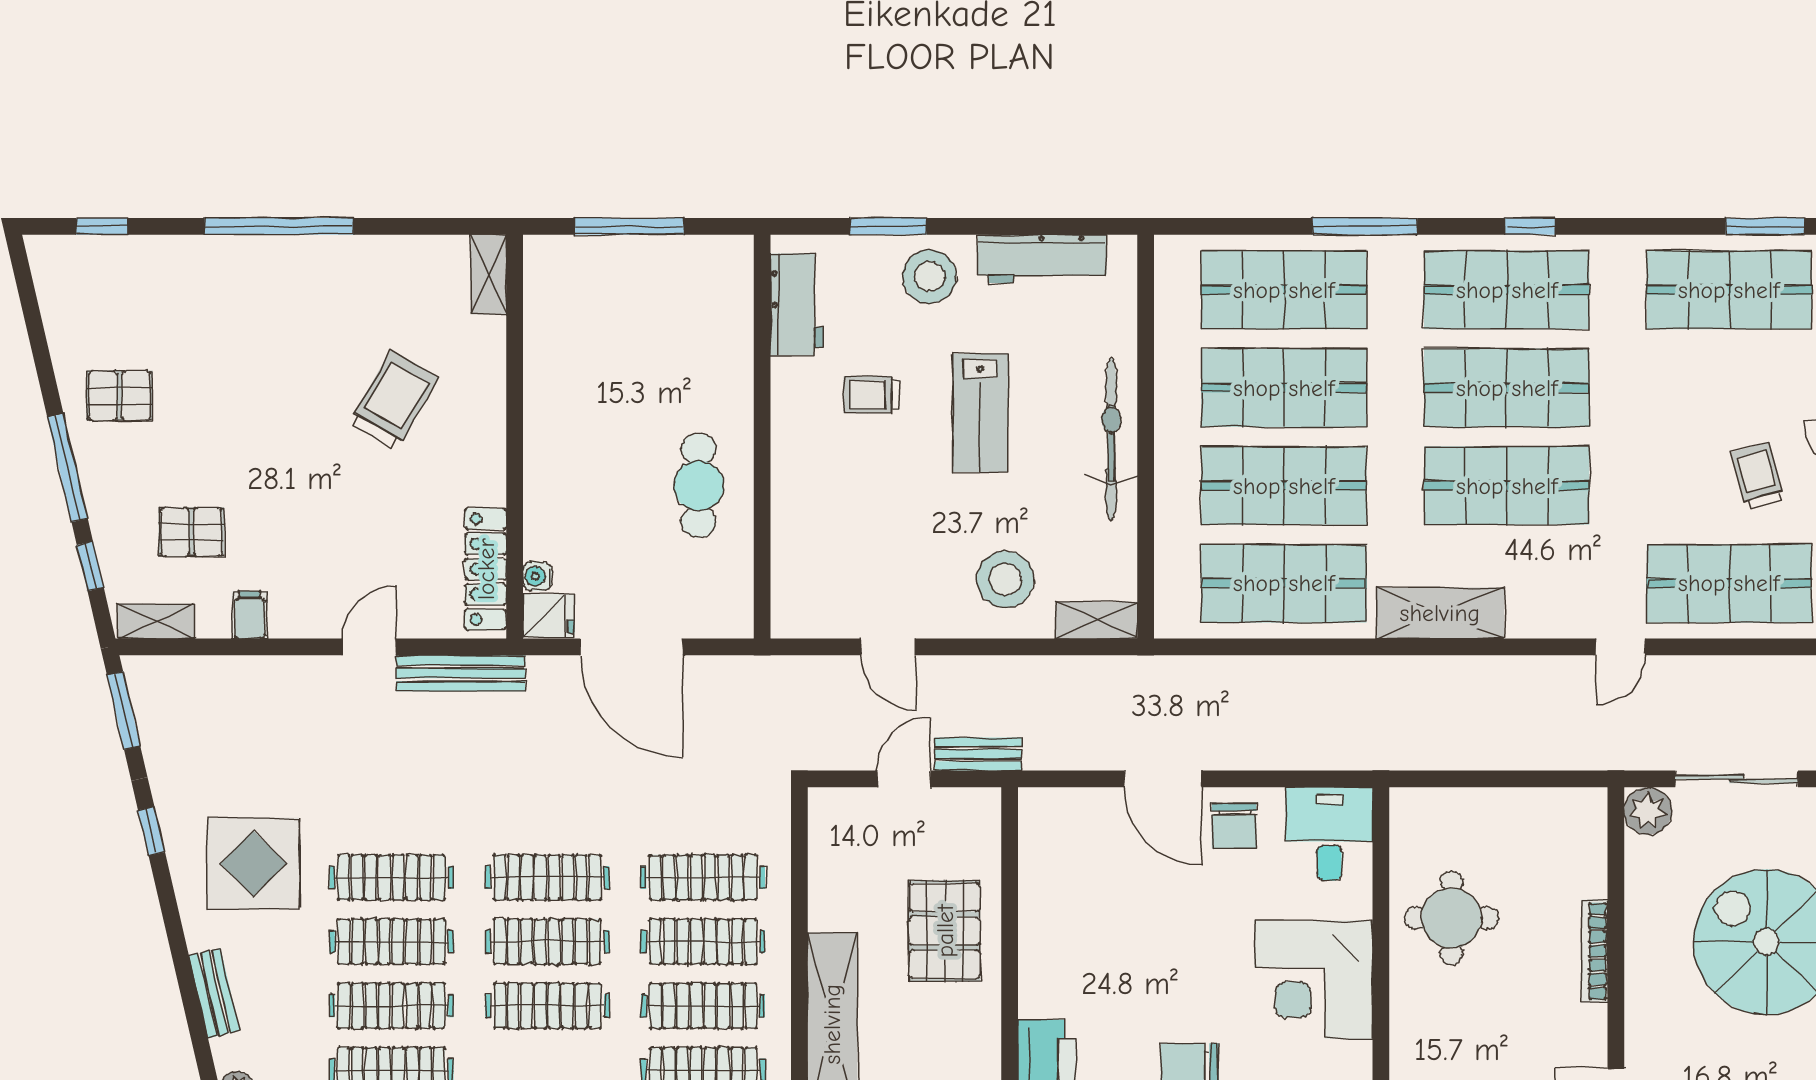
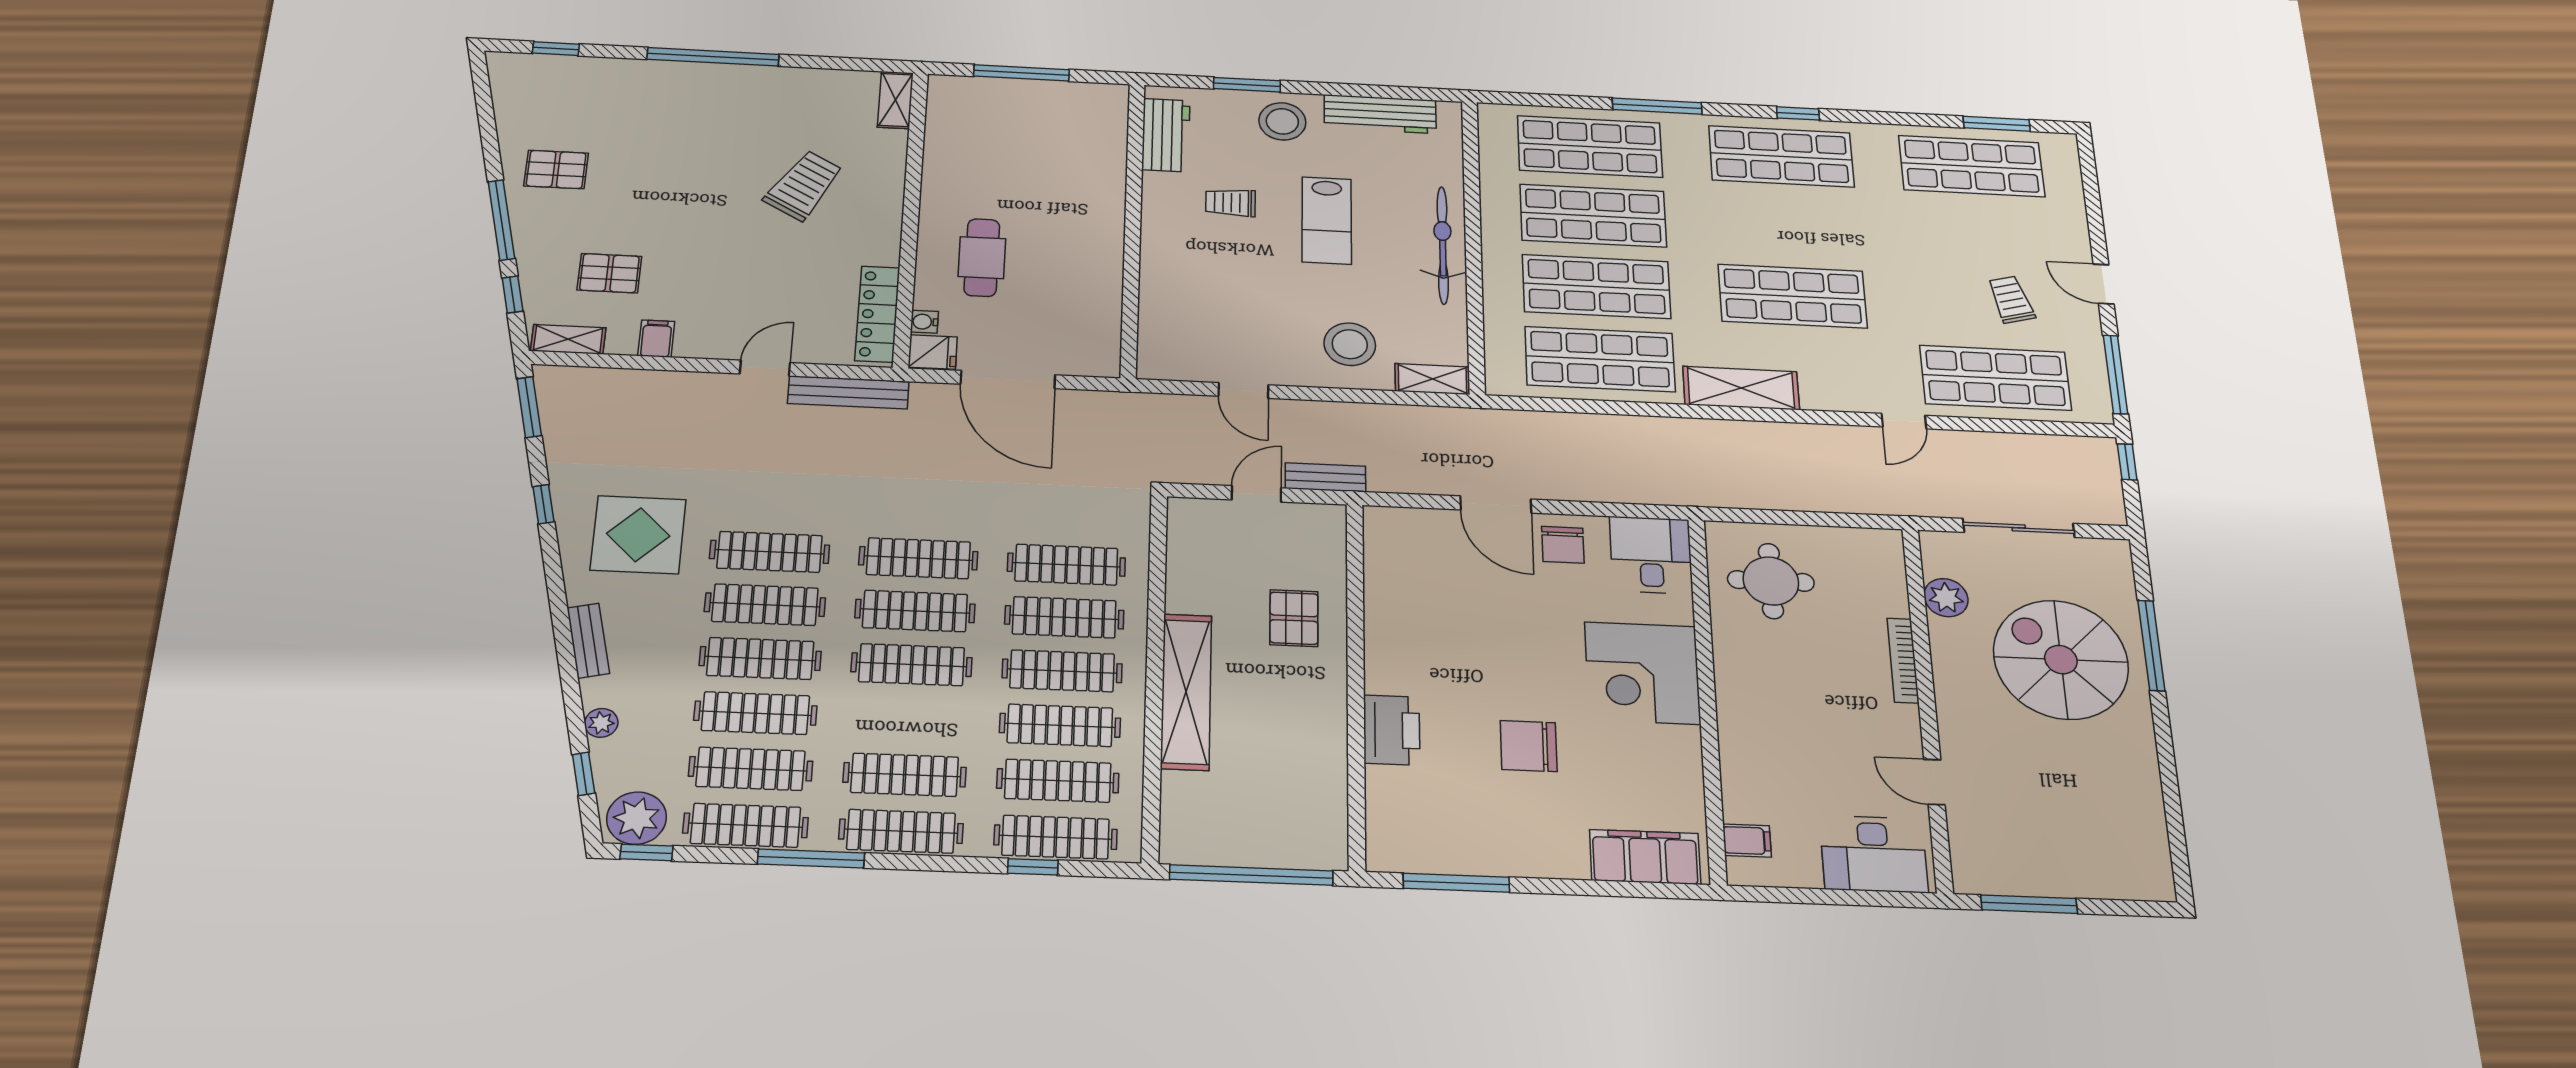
shop shelf: (1507, 388) -> (1787, 225), removed
cafe table: (699, 486) -> (982, 258), moved
plant: (1648, 811) -> (1946, 598), moved
round table: (1451, 918) -> (1771, 581), moved
pallet: (945, 931) -> (1294, 618), width x0.67, depth x0.71

